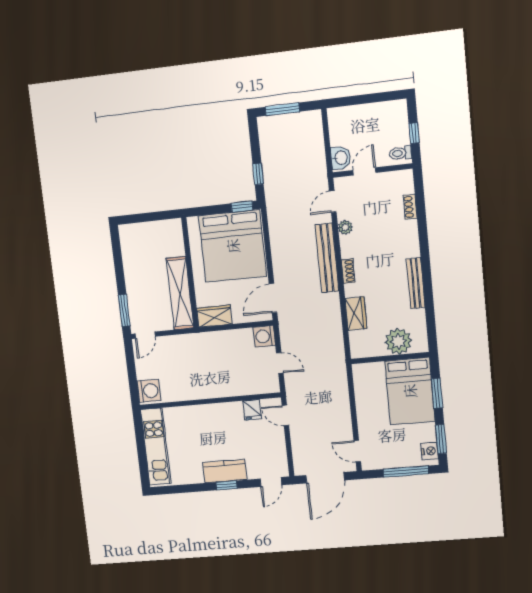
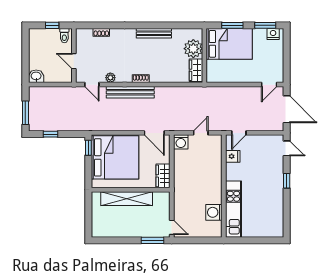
washbasin: (341, 158) -> (36, 76), moved
window: (258, 174) -> (51, 134), moved
shelving: (180, 293) -> (127, 199), moved
wardrobe: (356, 313) -> (196, 70), moved, turned -90
washing machine: (149, 391) -> (214, 212), moved, turned -90
kitchen unit: (156, 447) -> (233, 209), moved, turned 90
kitchen counter: (225, 471) -> (276, 181), removed
window: (406, 471) -> (287, 52), removed

